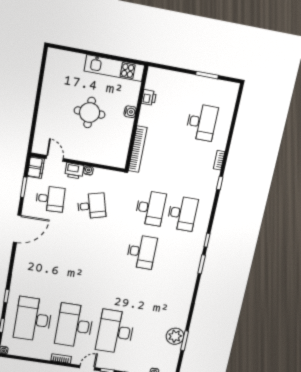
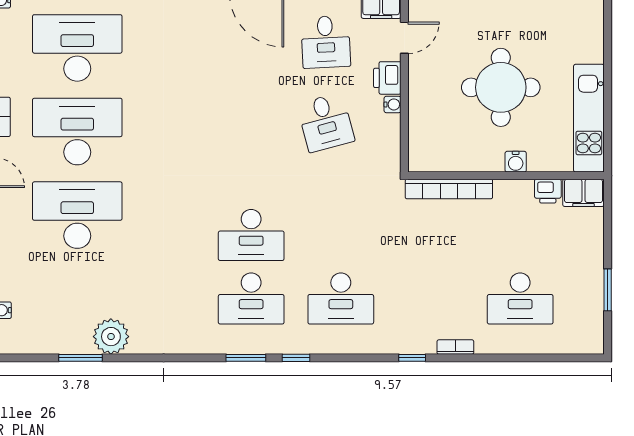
filing cabinet: (153, 78) -> (583, 193), added
round table: (90, 113) -> (501, 87), width x1.36, depth x1.36
desk: (150, 208) -> (251, 298), moved
plant: (175, 336) -> (111, 337), moved

